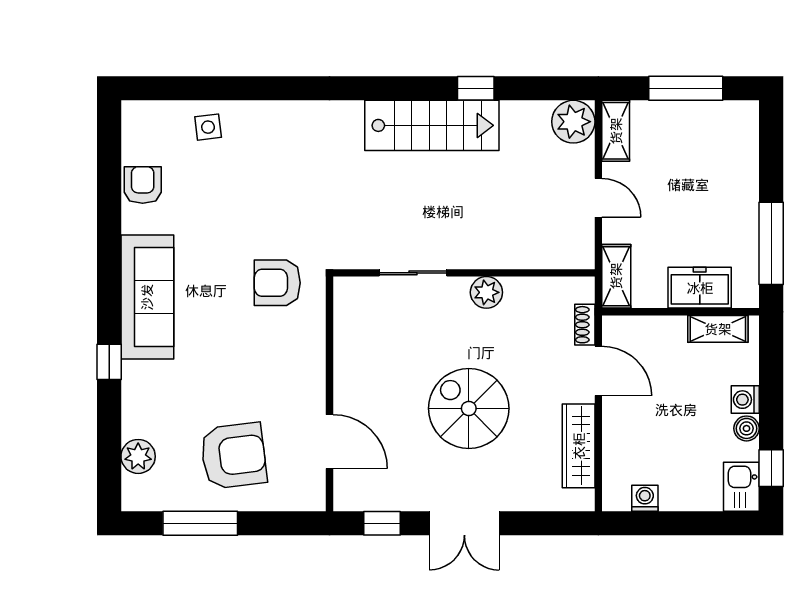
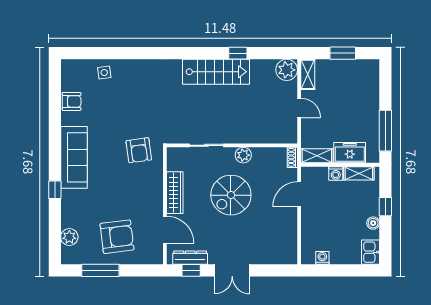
window: (686, 88) -> (343, 53), width x0.69
armchair: (143, 185) -> (72, 101), turned 90
shelving: (616, 276) -> (317, 156), moved, turned 90
armchair: (277, 283) -> (139, 150), turned -98
shoe rack: (585, 325) -> (292, 157), moved
door: (598, 371) -> (299, 194), swing flipped
washing machine: (745, 400) -> (336, 173), moved, turned -90
spiral stairs: (469, 408) -> (231, 195), moved, turned -90
wardrobe: (579, 446) -> (175, 193), moved, turned 180
window: (771, 468) -> (385, 207), moved
dresser: (380, 498) -> (190, 258), added

